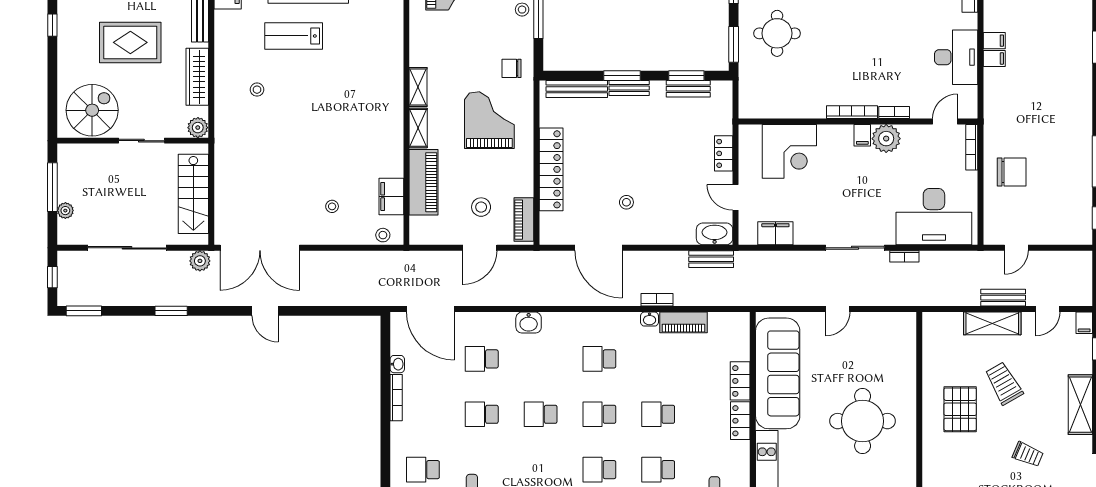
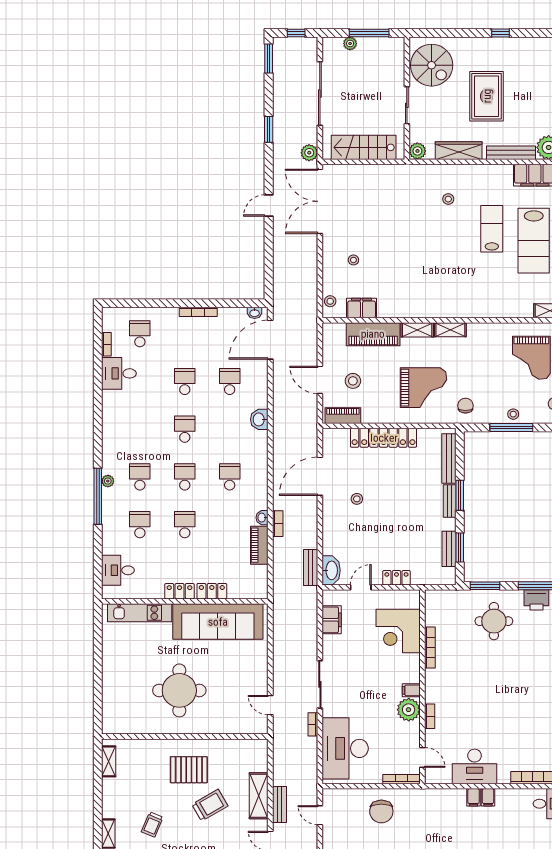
bookcase: (852, 112) -> (430, 647), moved
door: (838, 309) -> (270, 705), moved
washbasin: (397, 364) -> (255, 313), moved

